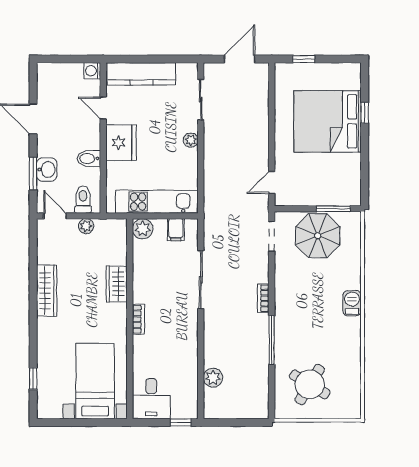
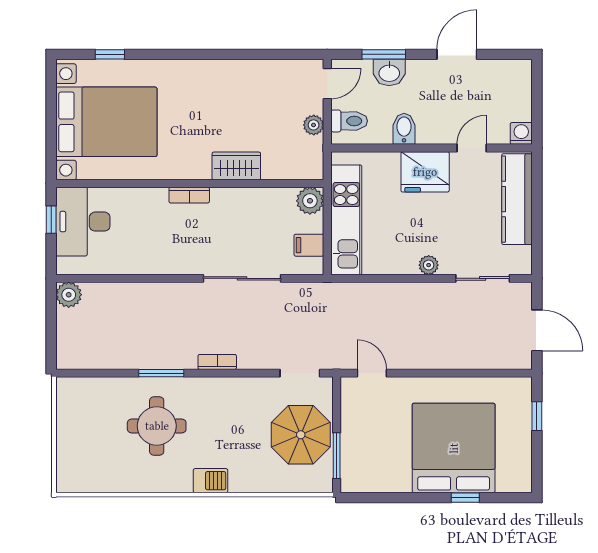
wardrobe: (47, 291) -> (227, 72), removed
window: (272, 340) -> (161, 373), width x0.69
plant: (213, 378) -> (69, 295), moved
bed with nightstands: (95, 381) -> (106, 122), width x1.36
round table: (310, 384) -> (157, 426), moved, turned -31
desk: (151, 399) -> (83, 222), width x1.37
window: (181, 422) -> (51, 220), moved

